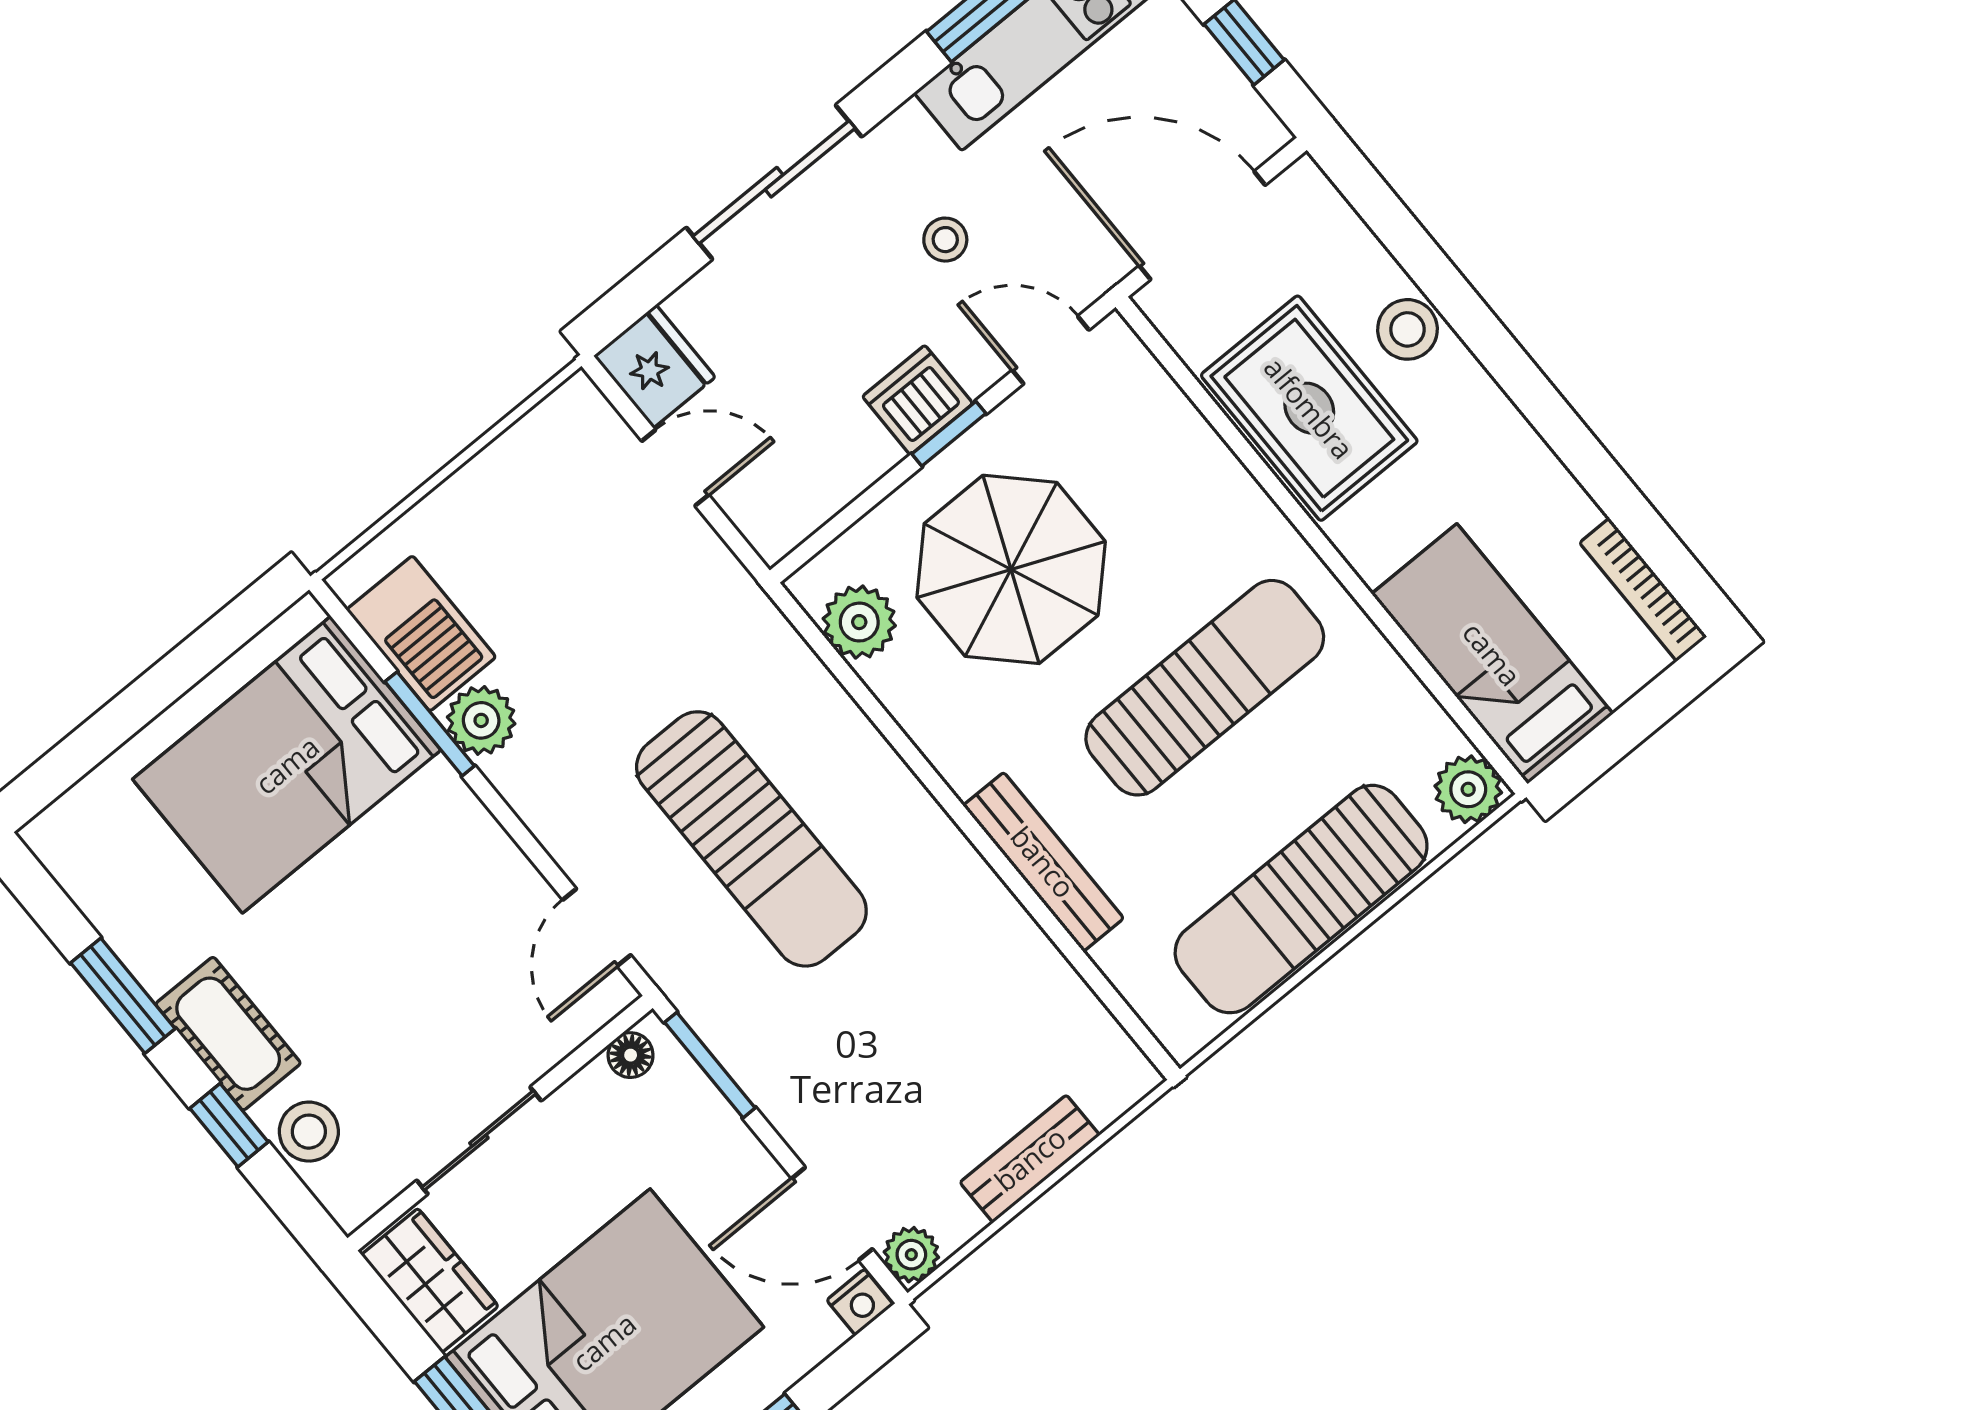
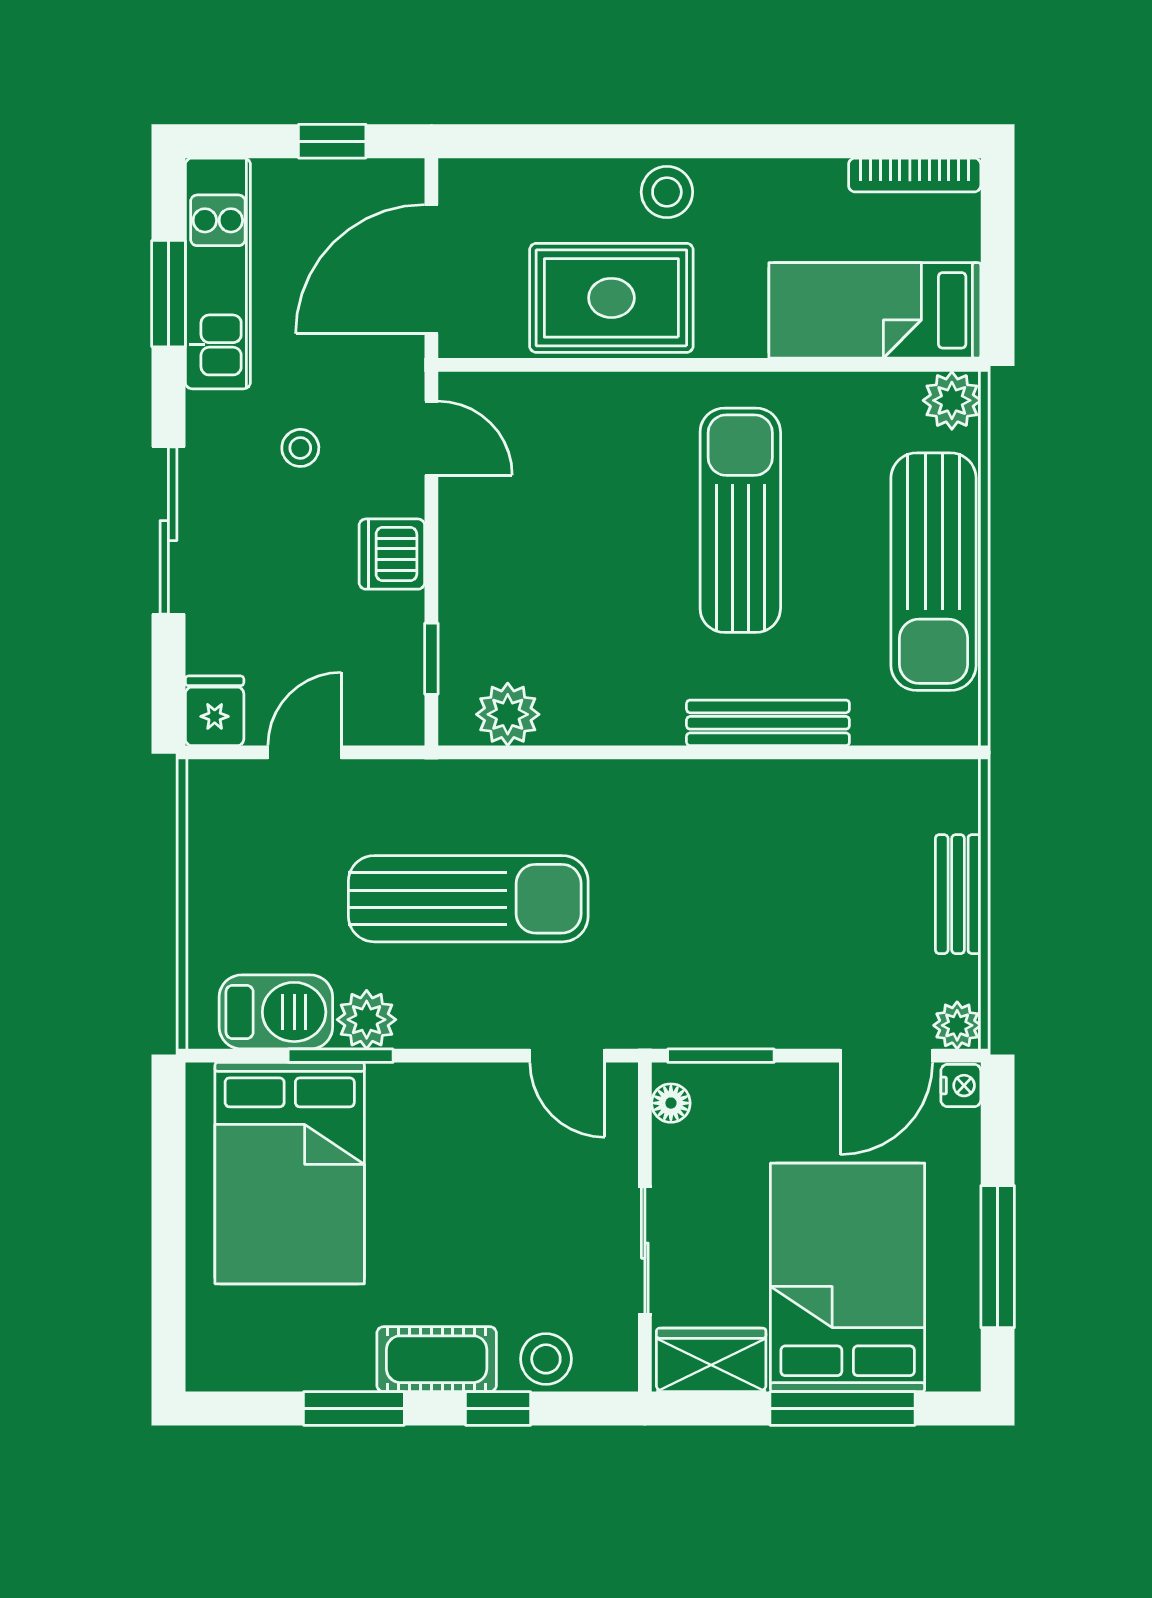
stool: (1407, 329) -> (667, 192), moved
door: (1051, 350) -> (431, 438), swing flipped
fridge: (654, 366) -> (215, 711), width x0.72
window: (949, 434) -> (431, 659), moved
parasol: (1011, 569) -> (556, 584), removed
sun lounger: (751, 839) -> (468, 899), moved

